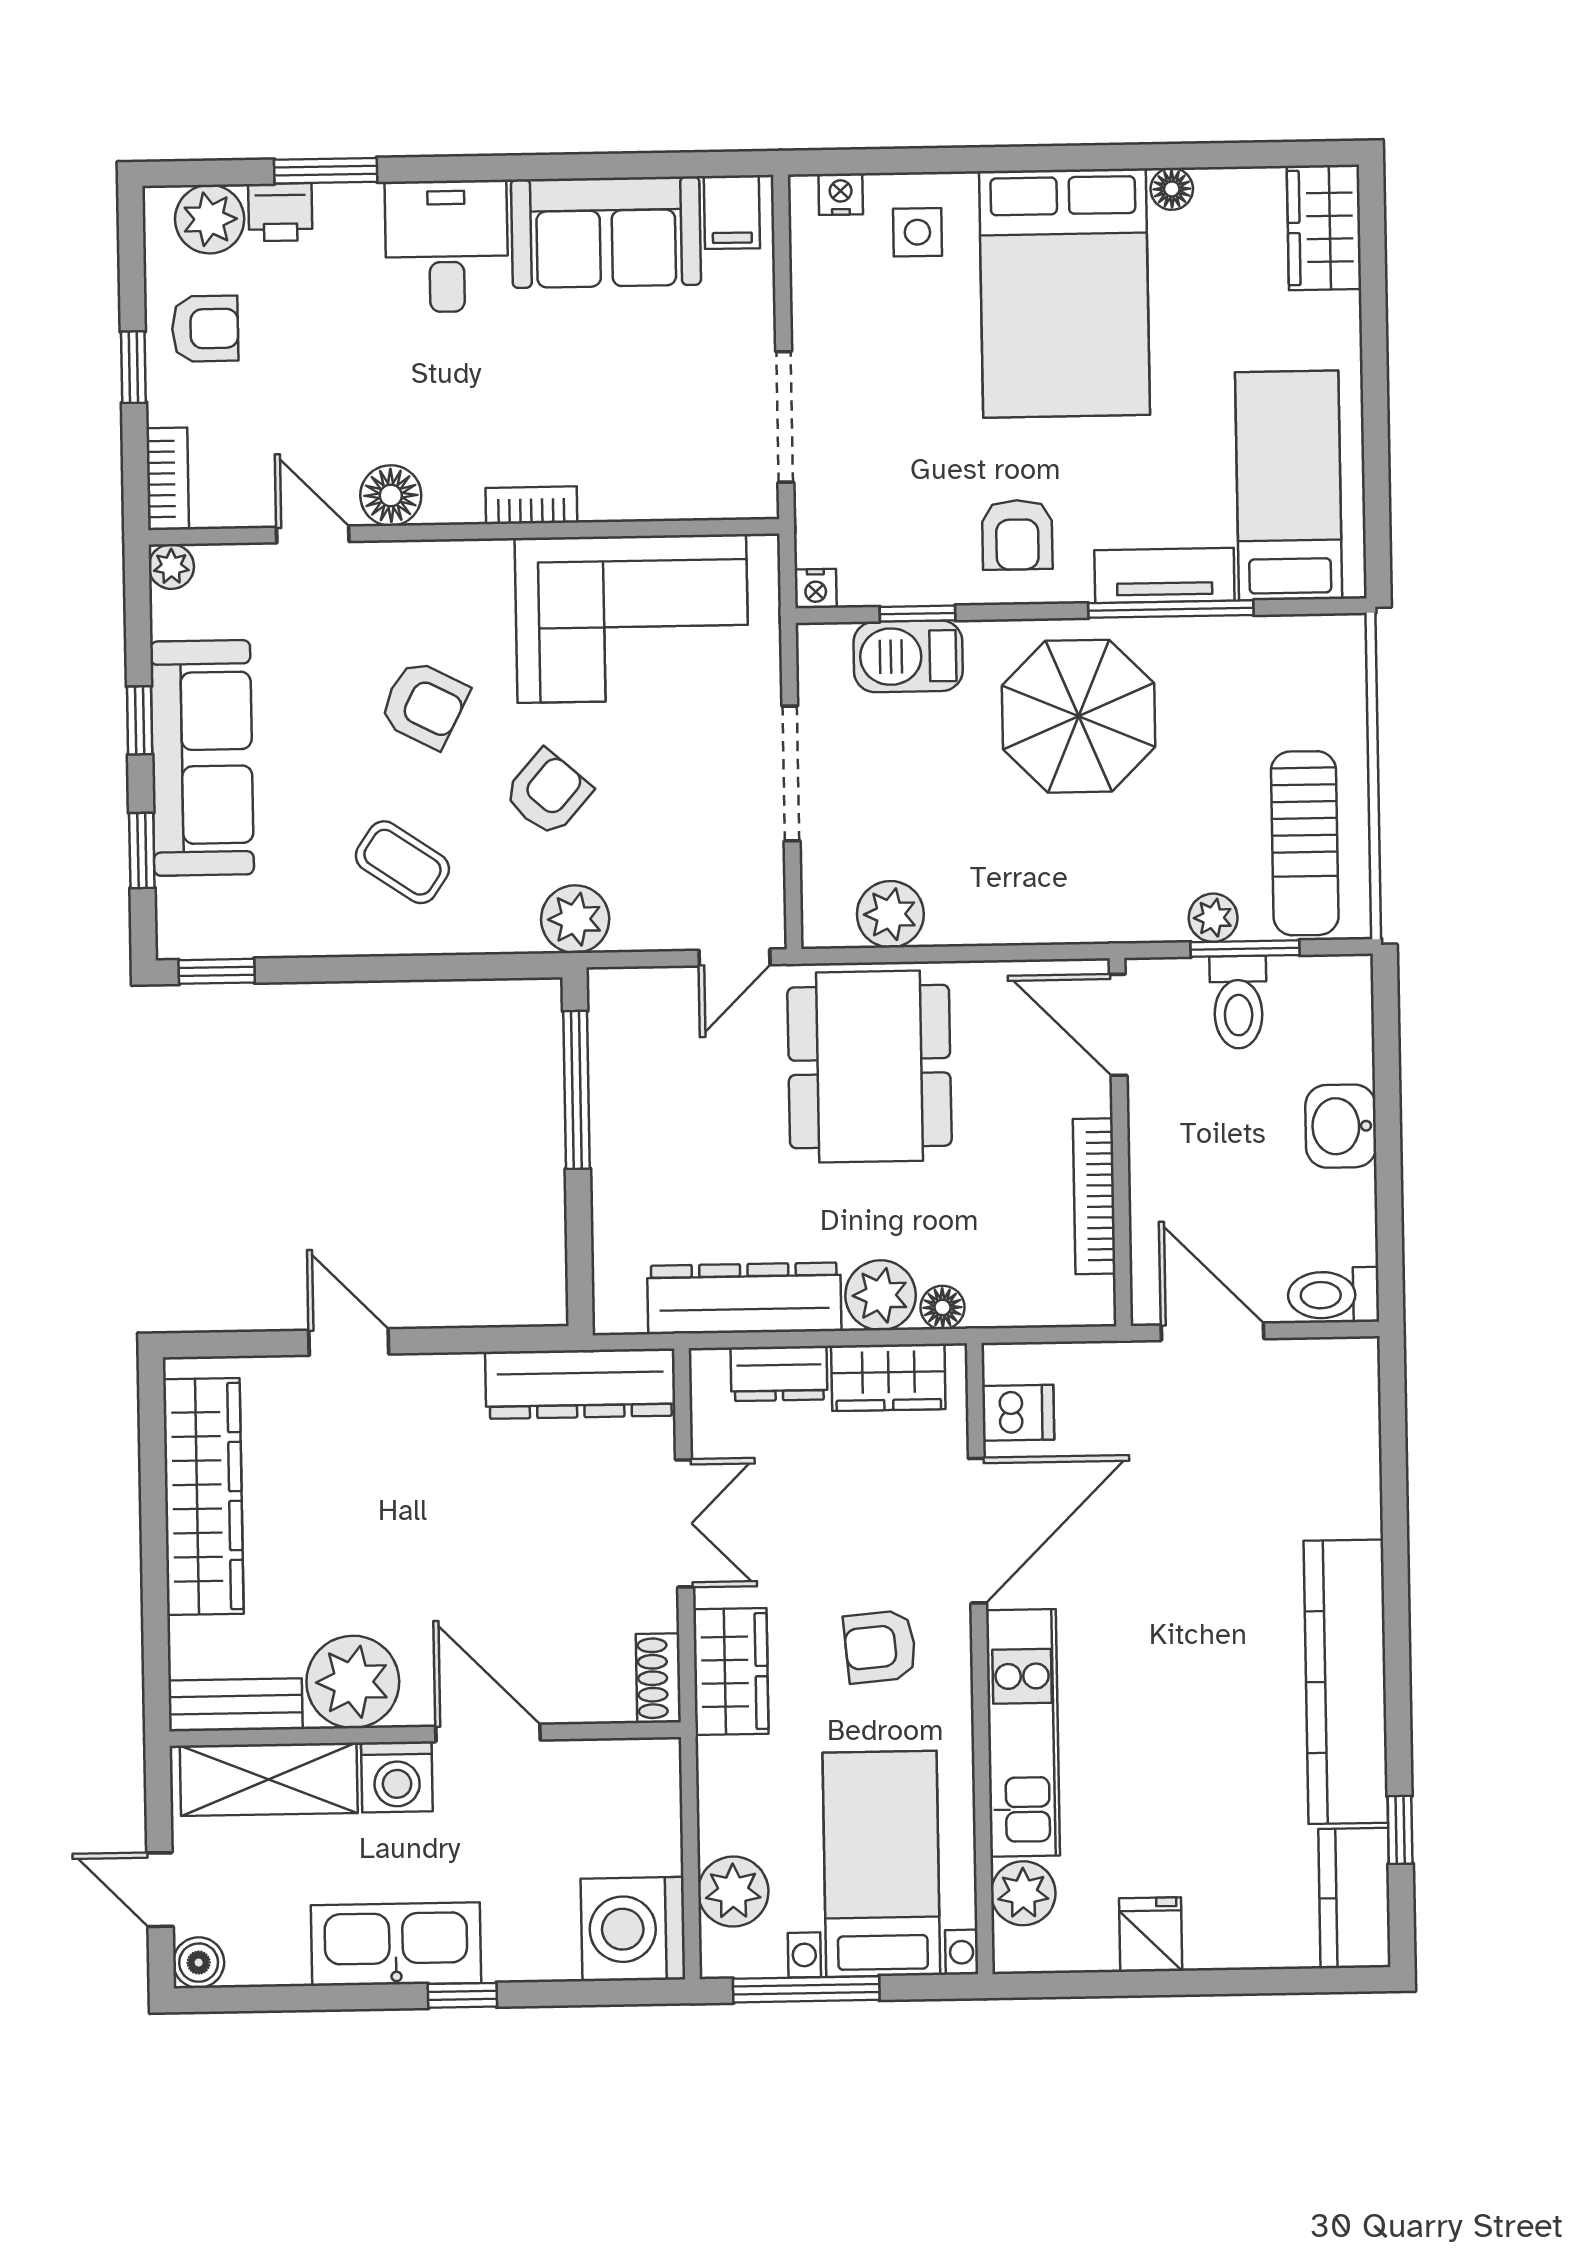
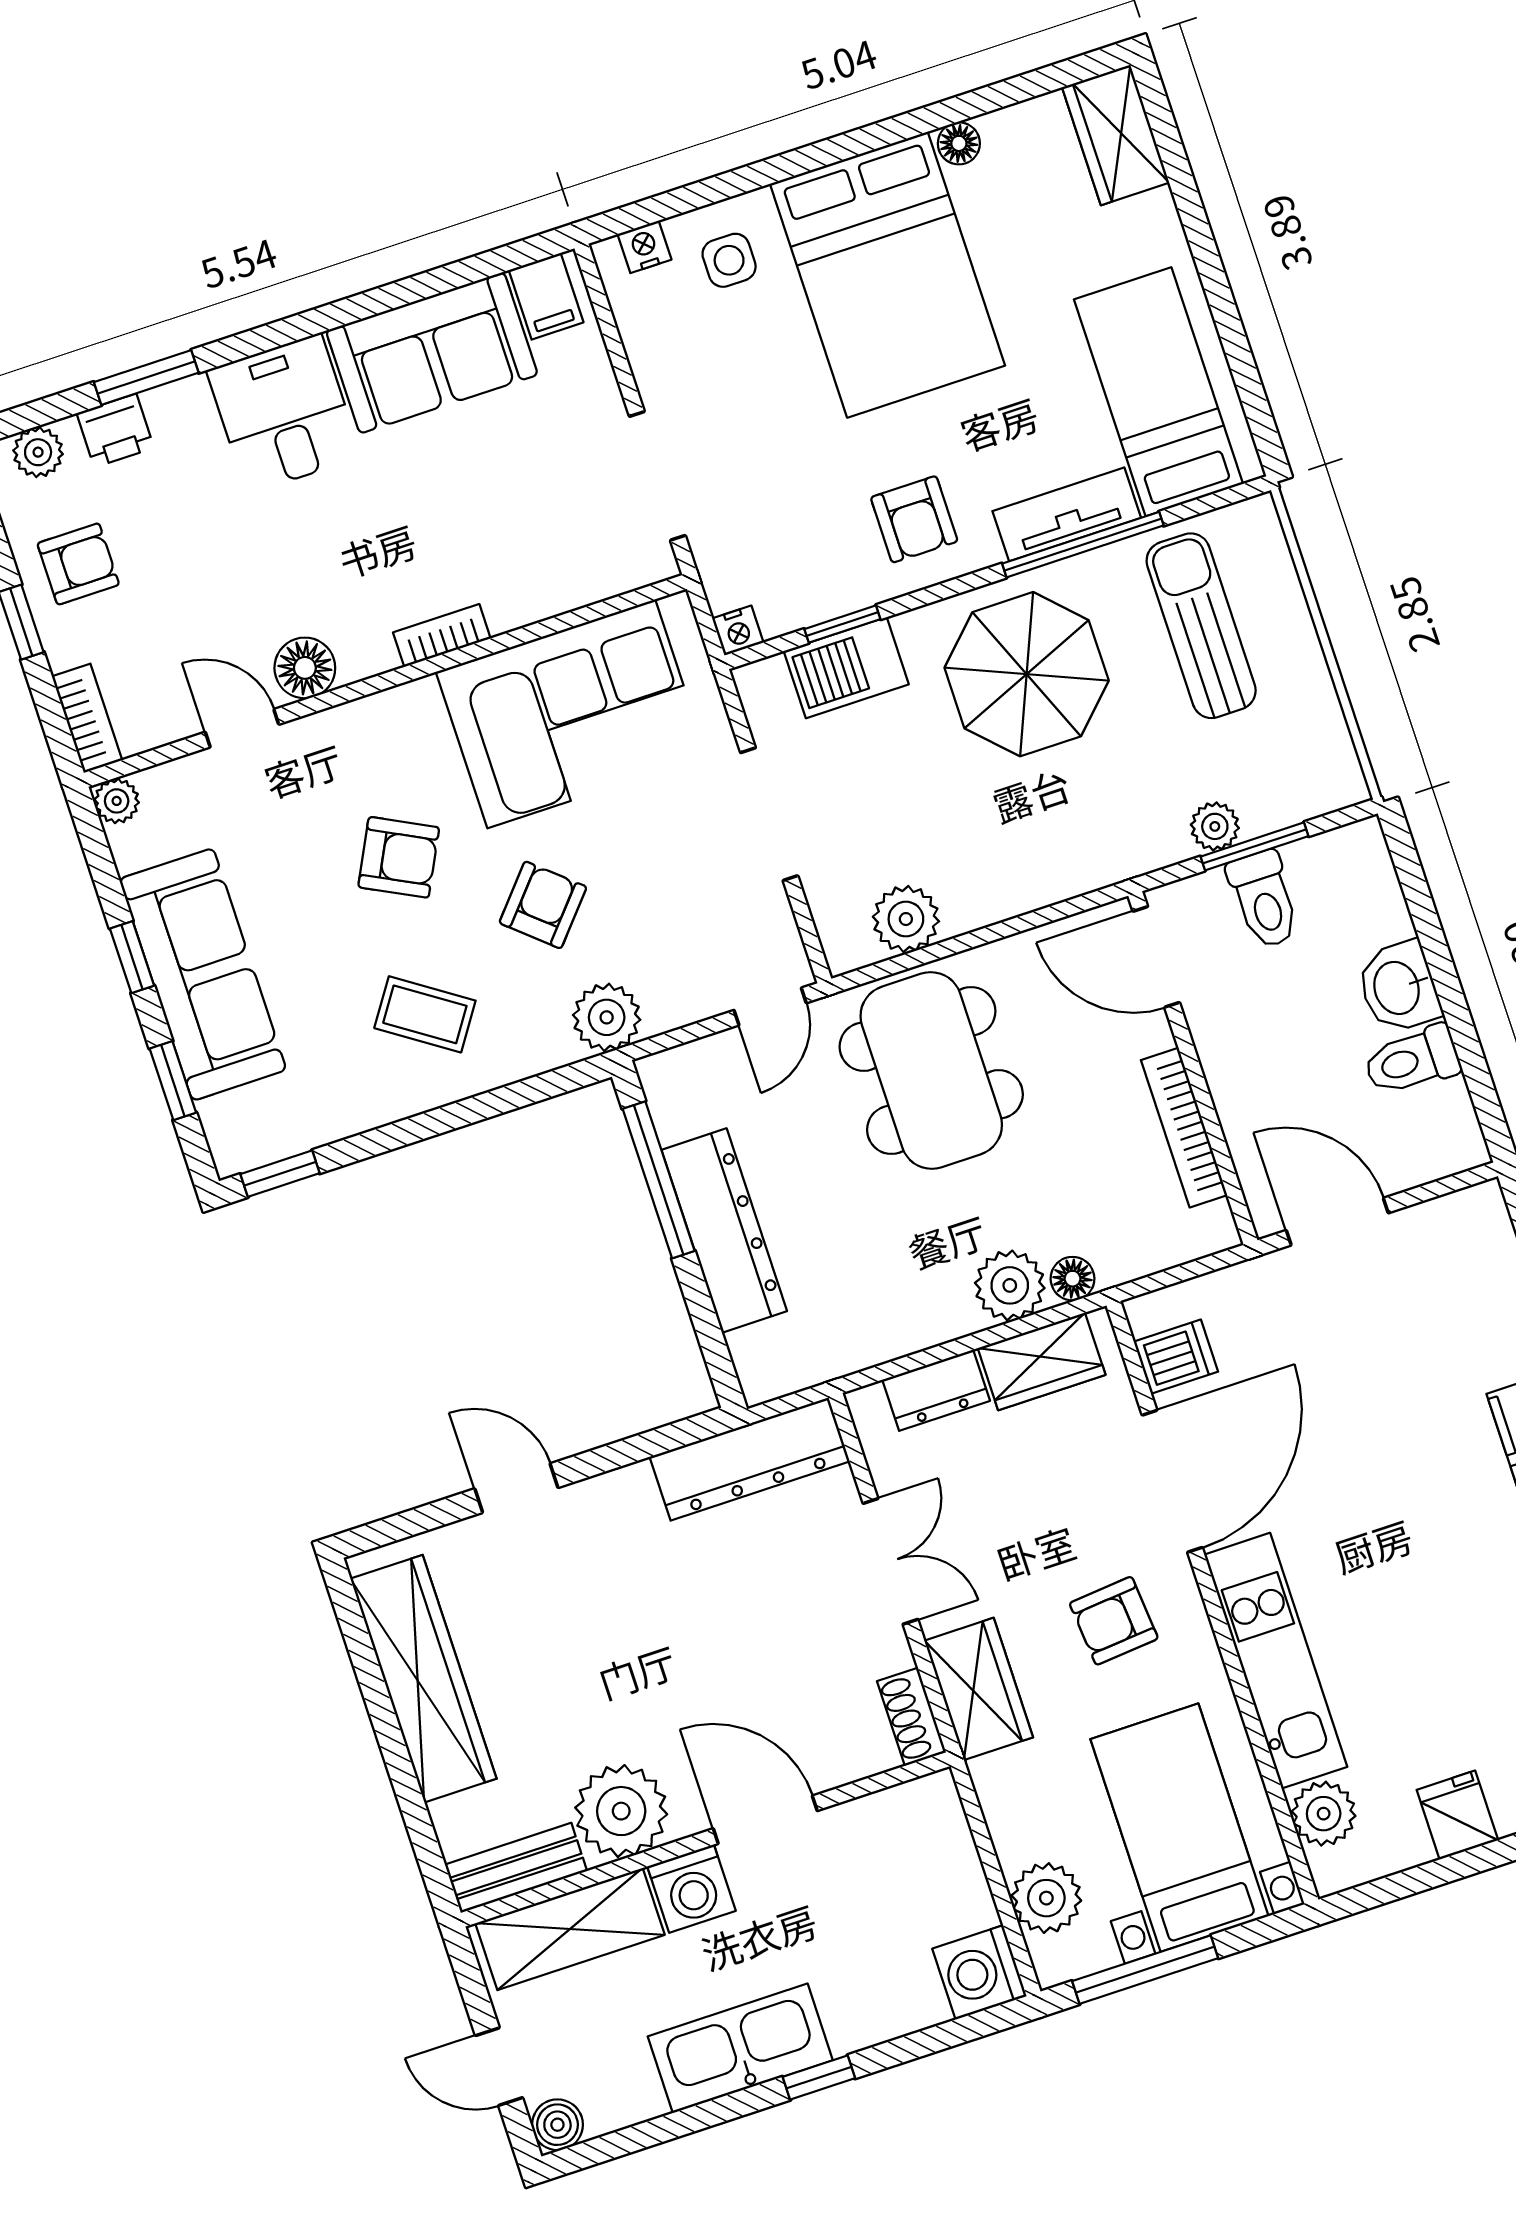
plant: (210, 219) -> (38, 452), width x0.73, depth x0.73
sun lounger: (1305, 843) -> (1201, 626), moved, turned 180
toilet: (1333, 1295) -> (1412, 1060), moved
dresser: (744, 1298) -> (724, 1231), moved, turned 90
washing machine: (633, 1929) -> (979, 1972), width x0.73, depth x0.73

